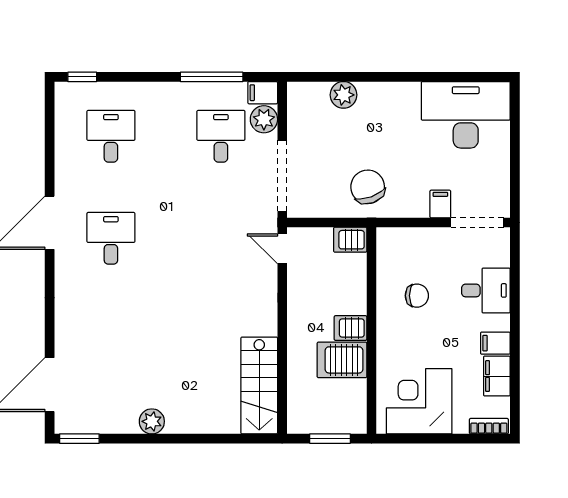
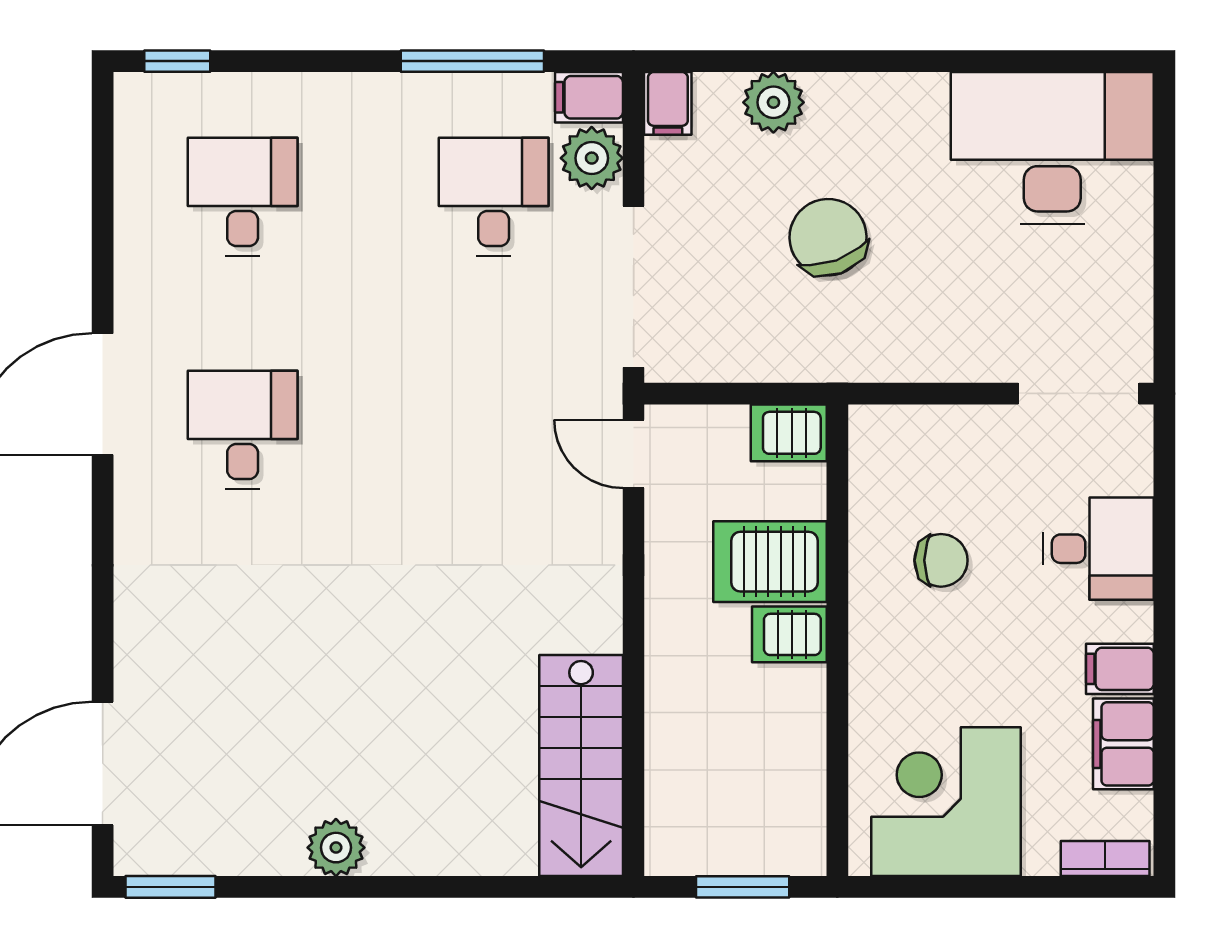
chair: (368, 187) -> (828, 237), moved
filing cabinet: (440, 204) -> (668, 103), moved, turned 180
server rack: (342, 360) -> (770, 562), moved

